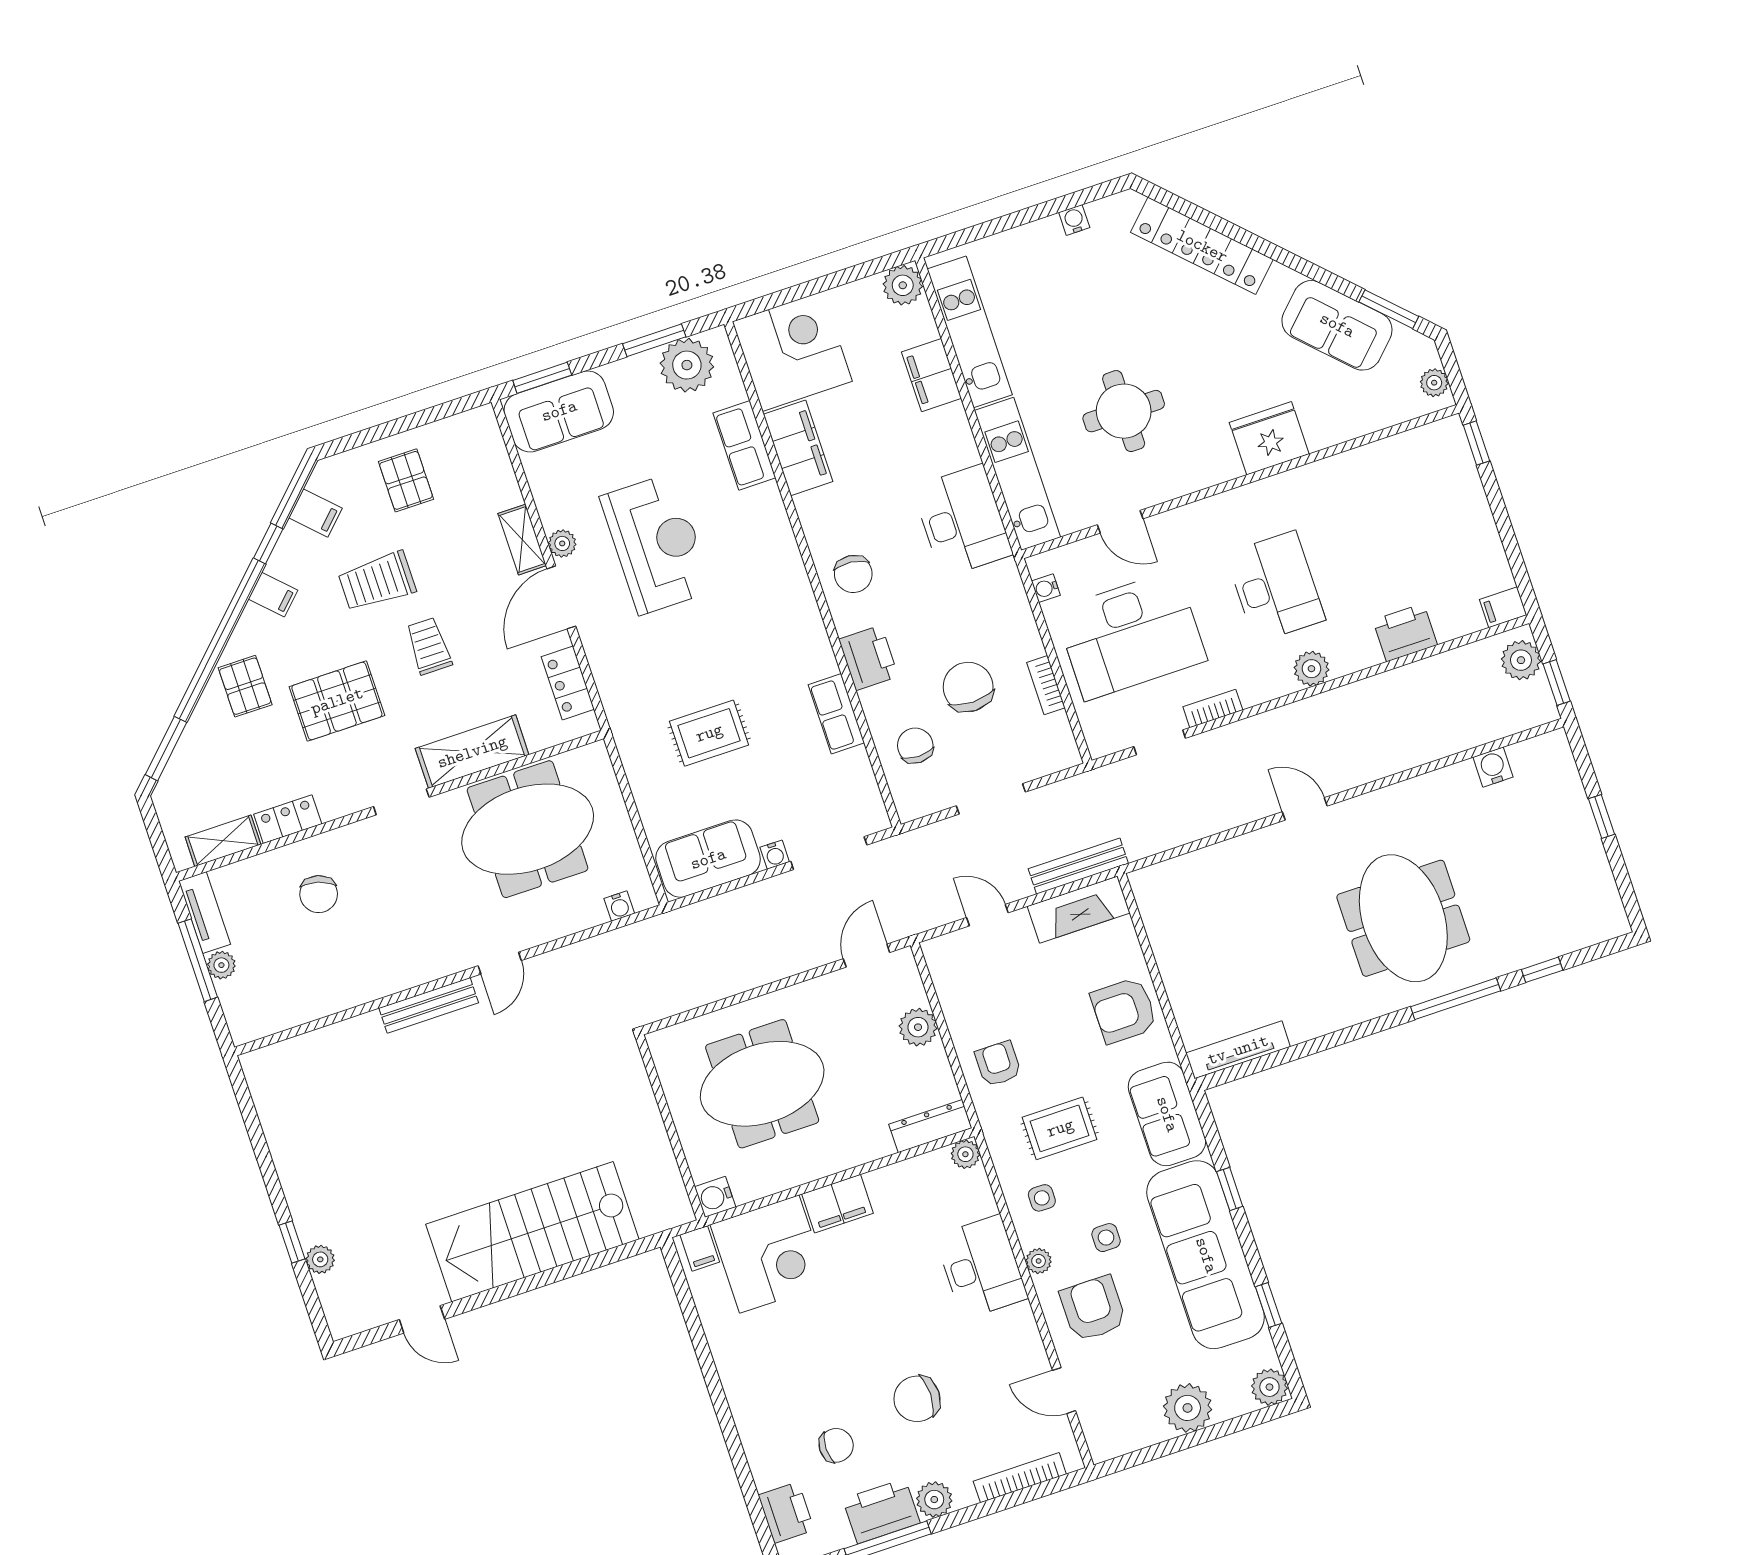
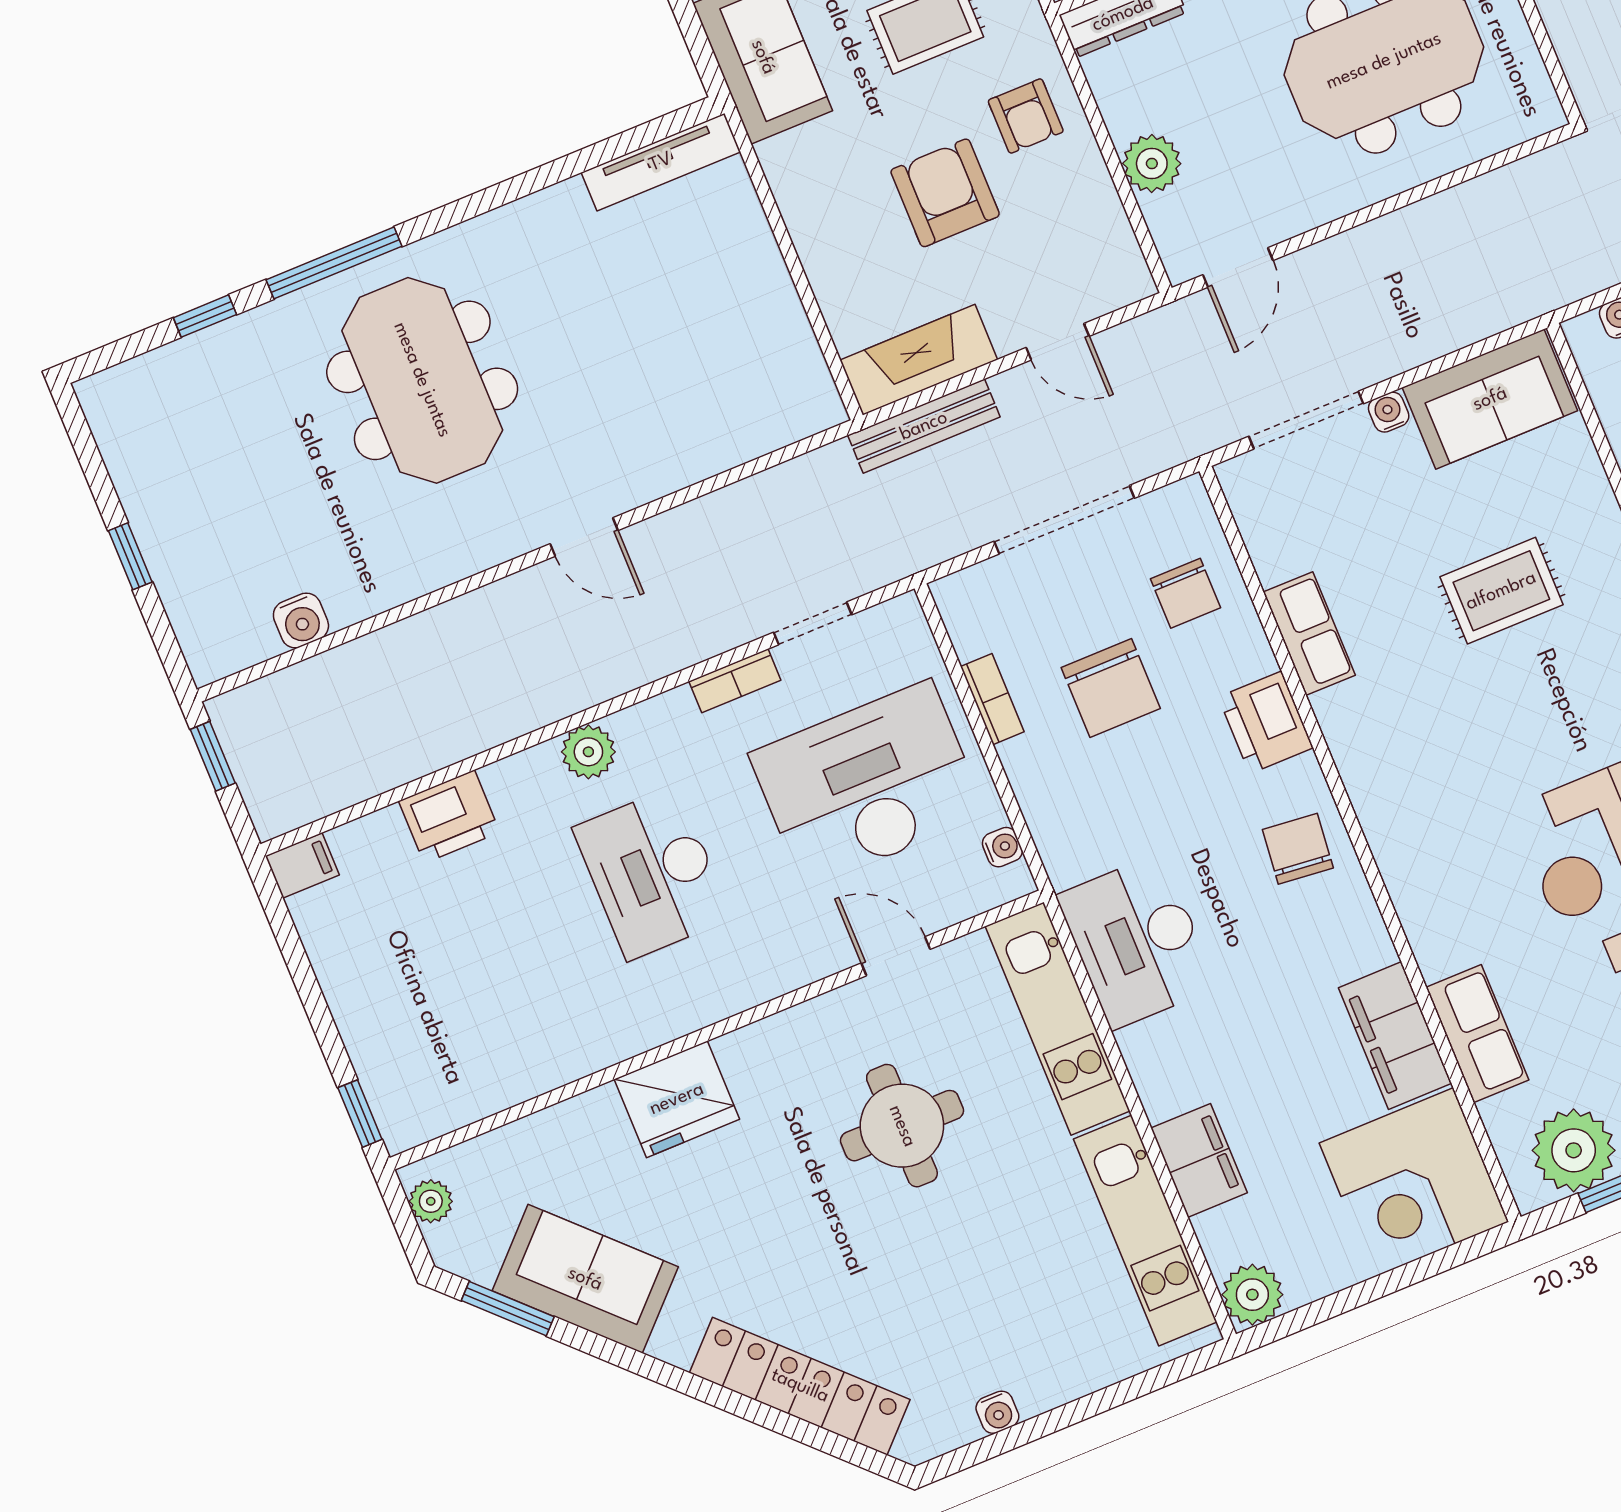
plant: (1521, 660) -> (269, 787), removed
doorway: (991, 799) -> (1064, 520), width x1.36
armchair: (1124, 1010) -> (945, 193), moved, turned -90

